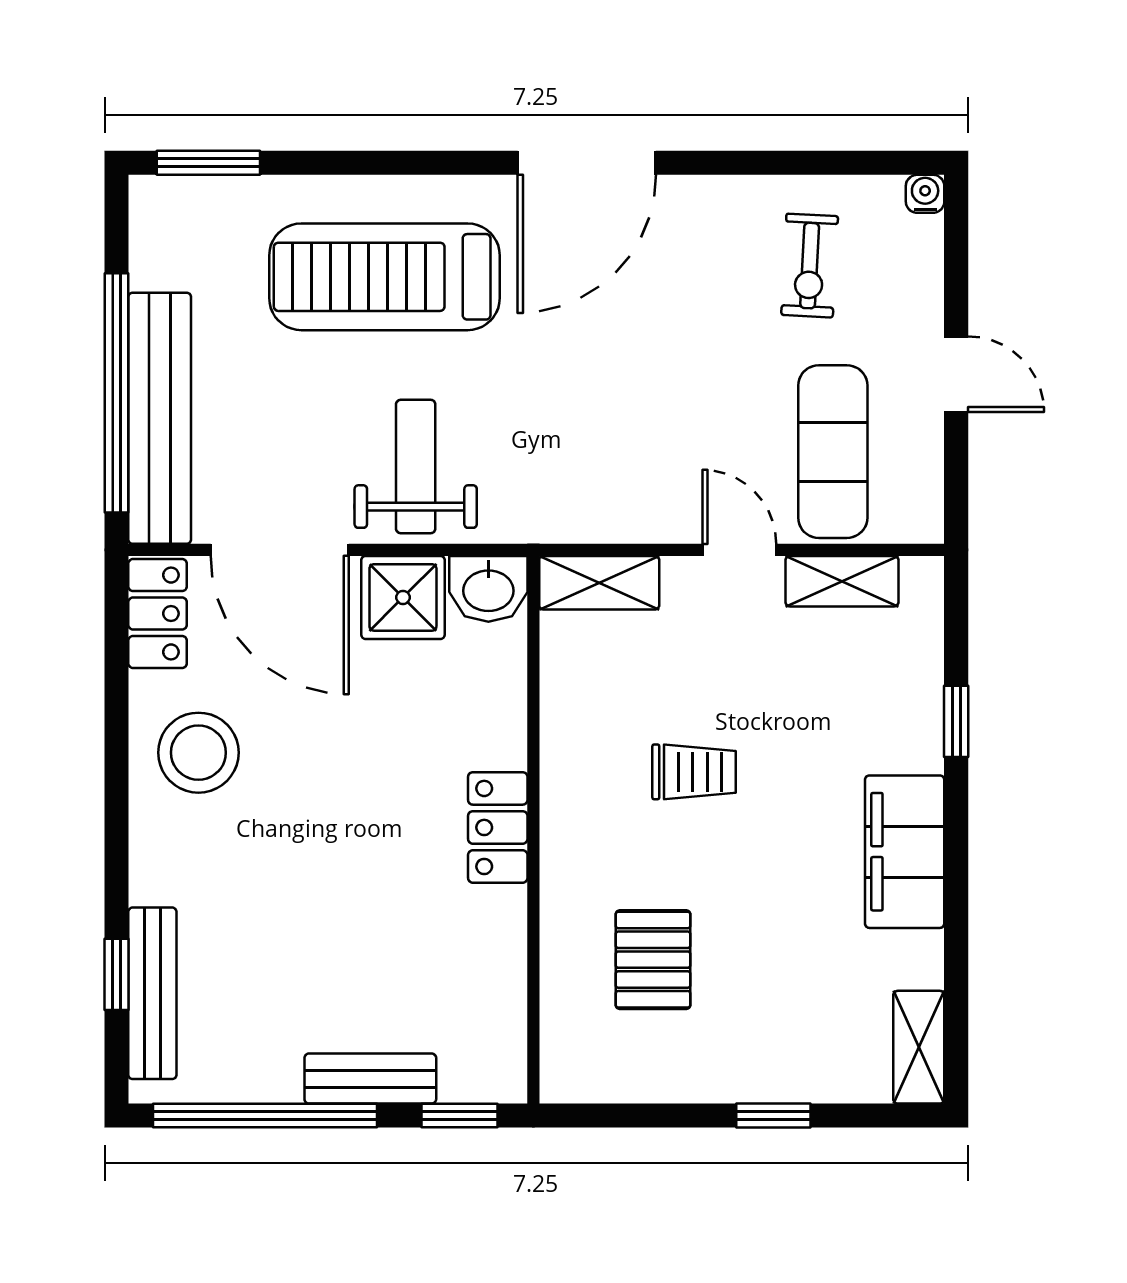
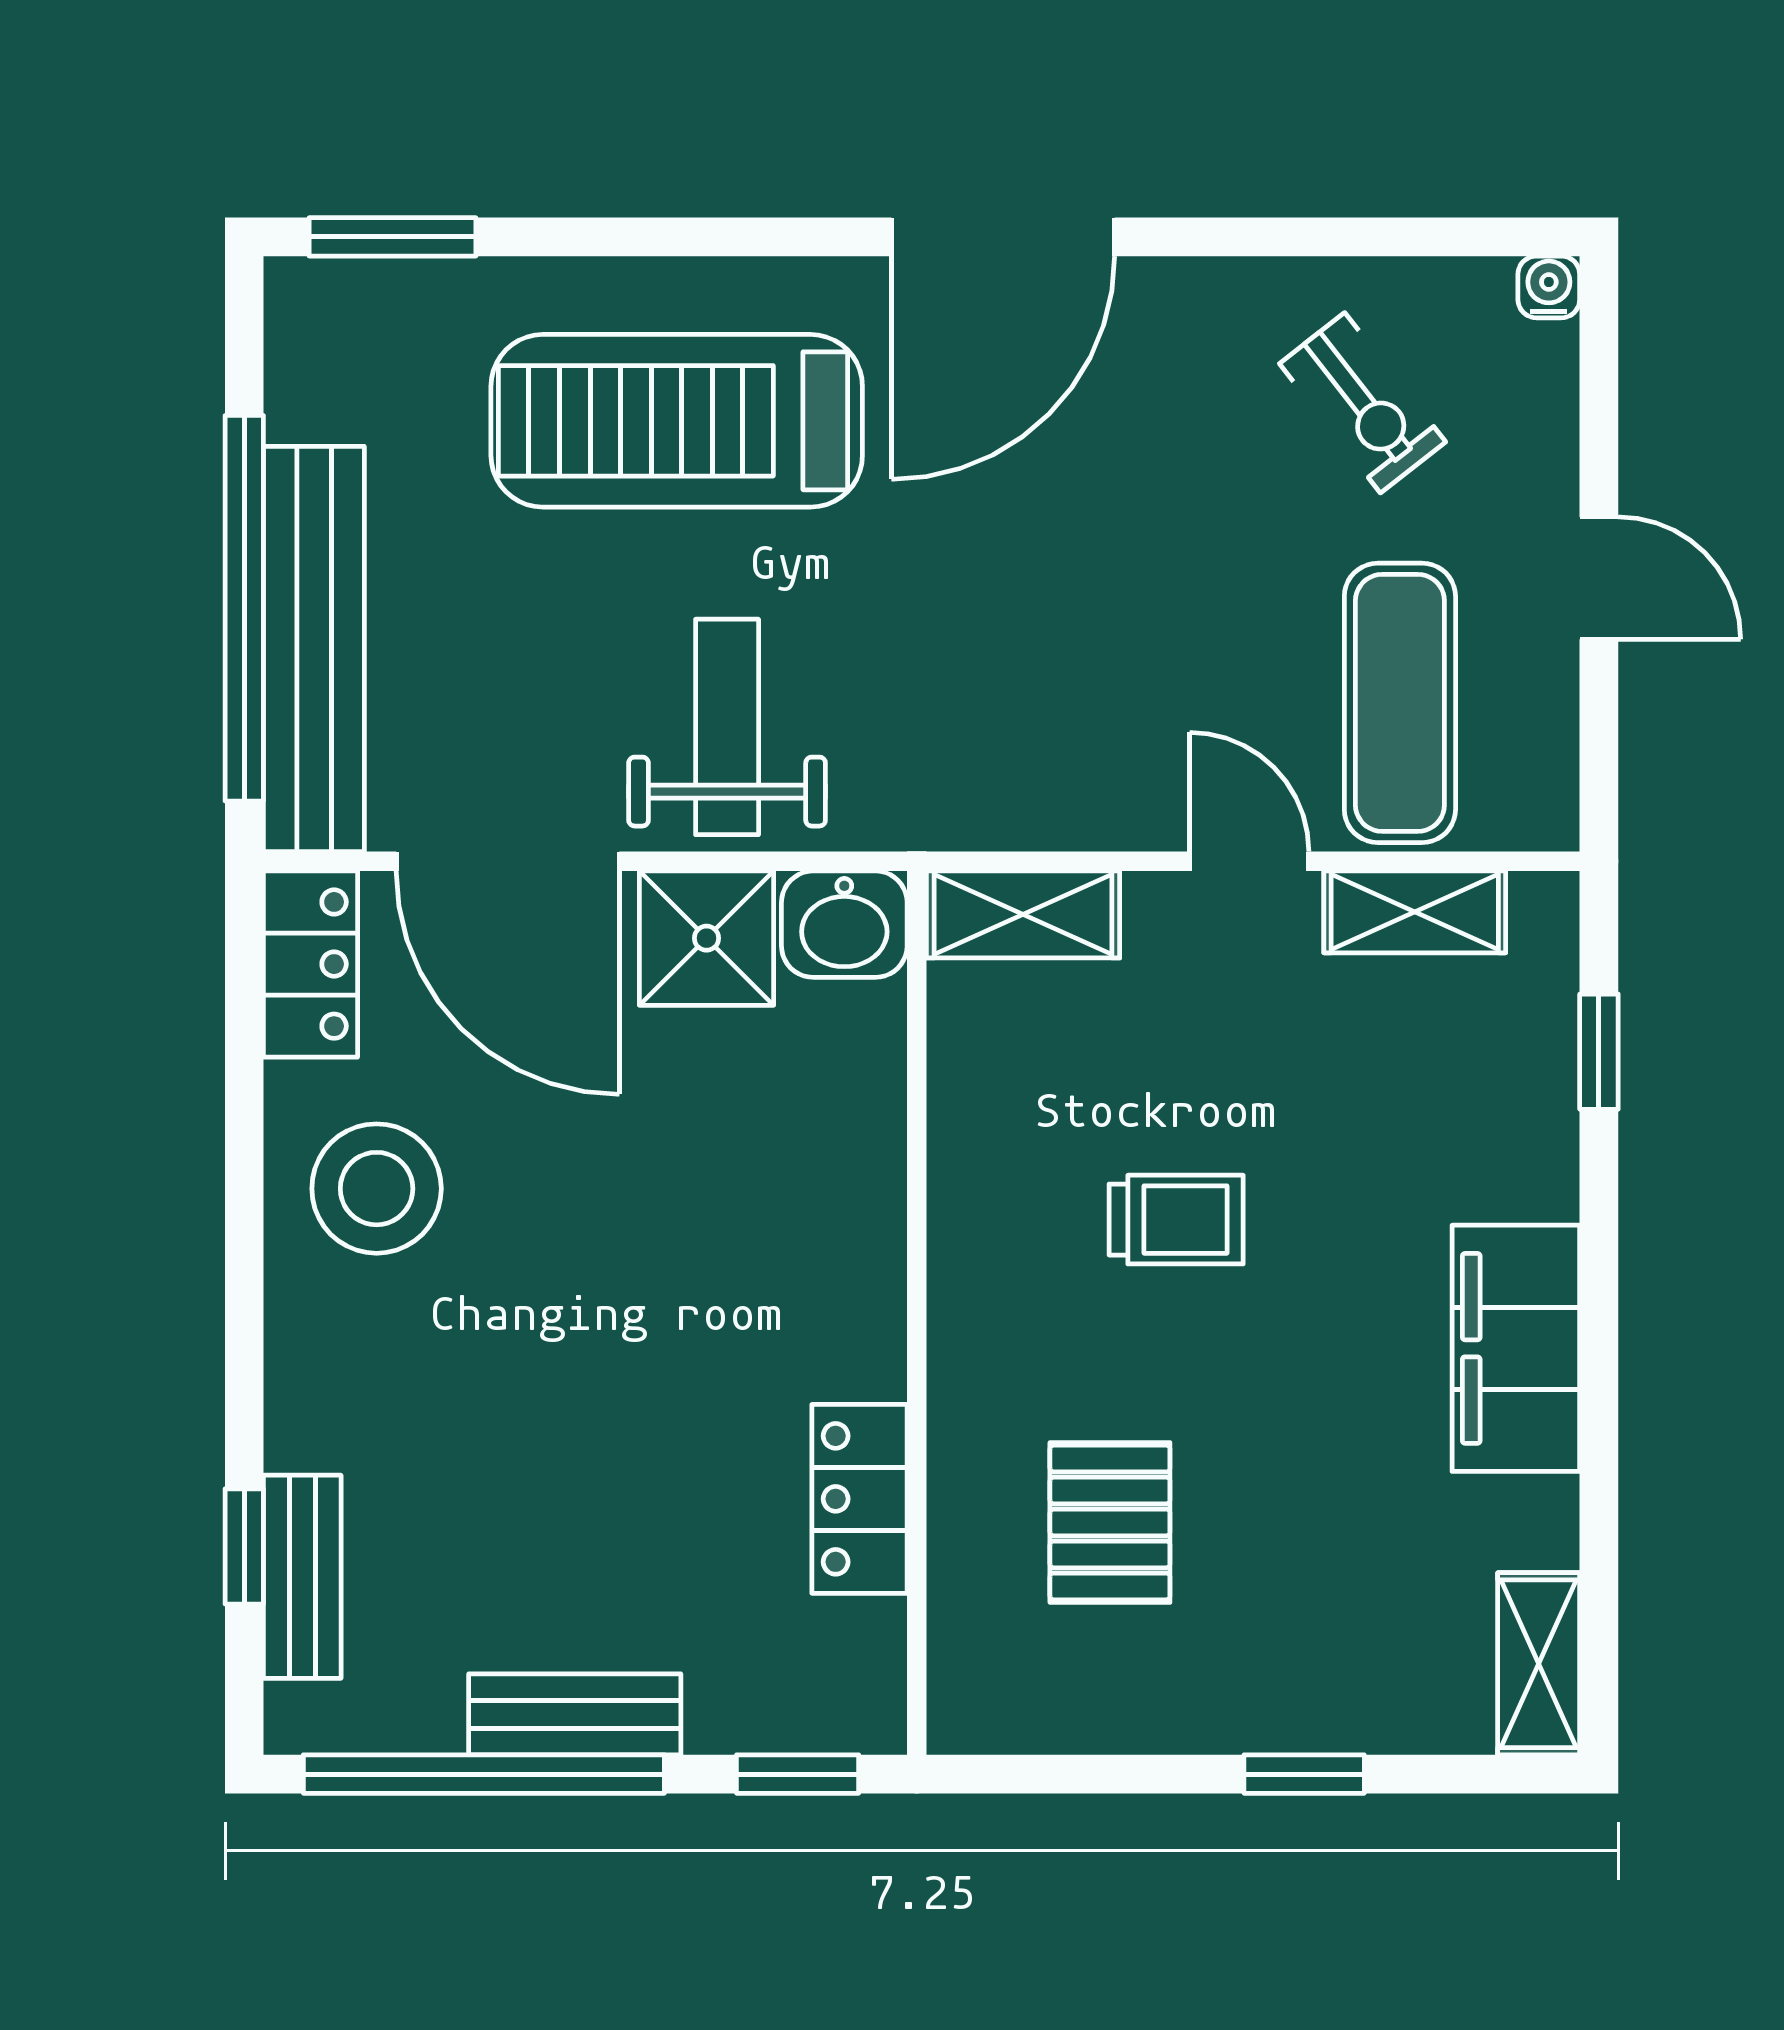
exercise bike: (810, 266) -> (1363, 403), turned -41
window: (956, 721) -> (1599, 1052), moved
locker: (498, 827) -> (859, 1499), moved
bench: (152, 993) -> (302, 1577), width x0.73
bench: (370, 1079) -> (575, 1714), moved

